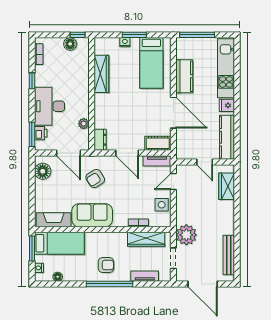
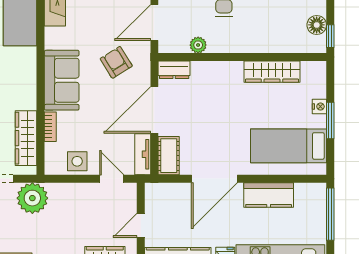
door: (127, 153) -> (154, 110), width x1.36
sofa: (92, 215) -> (62, 80), moved

